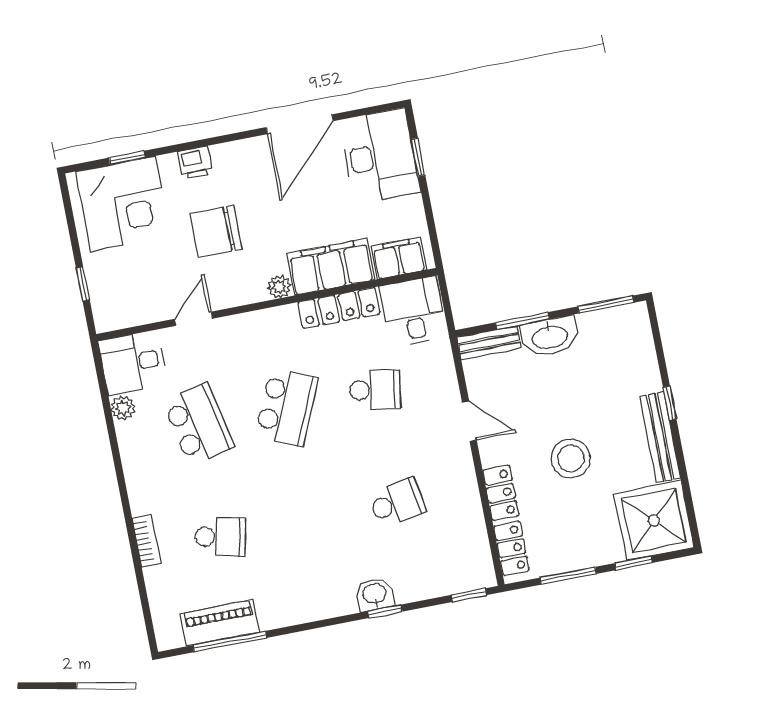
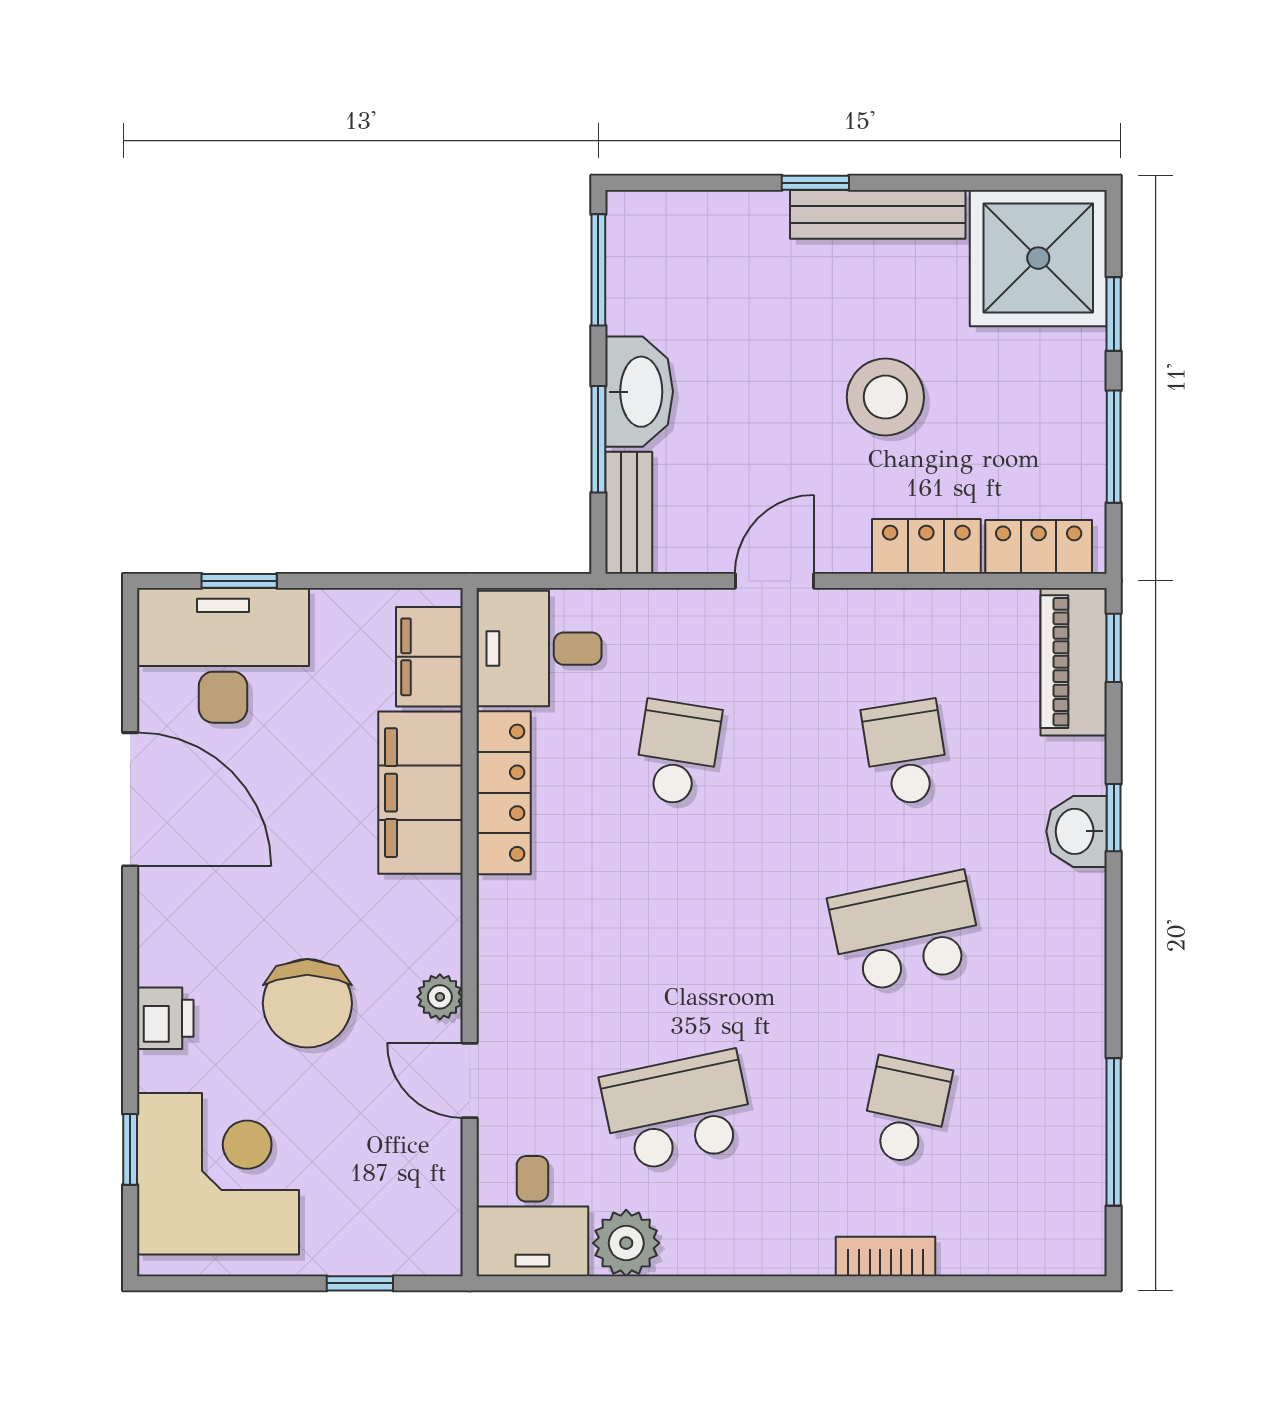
plant: (279, 287) -> (440, 997), moved
school desk: (287, 407) -> (906, 932), moved, turned -36
plant: (123, 408) -> (626, 1243), width x1.38, depth x1.38
piano: (220, 623) -> (1074, 662), moved

